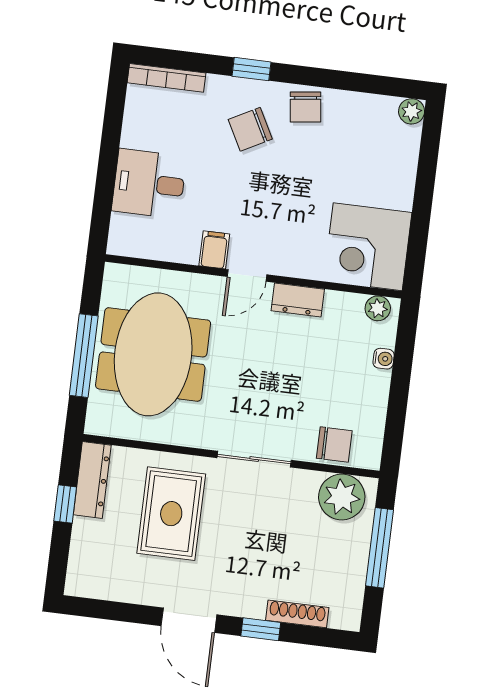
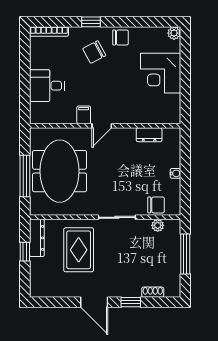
chair: (306, 107) -> (121, 37), turned -83
corner desk: (368, 247) -> (161, 73), moved
dresser: (298, 300) -> (149, 135), moved
plant: (378, 308) -> (169, 134), removed
water cooler: (384, 359) -> (175, 173), moved
plant: (342, 497) -> (158, 225), width x0.53, depth x0.53
shoe rack: (297, 614) -> (153, 292), width x0.70

